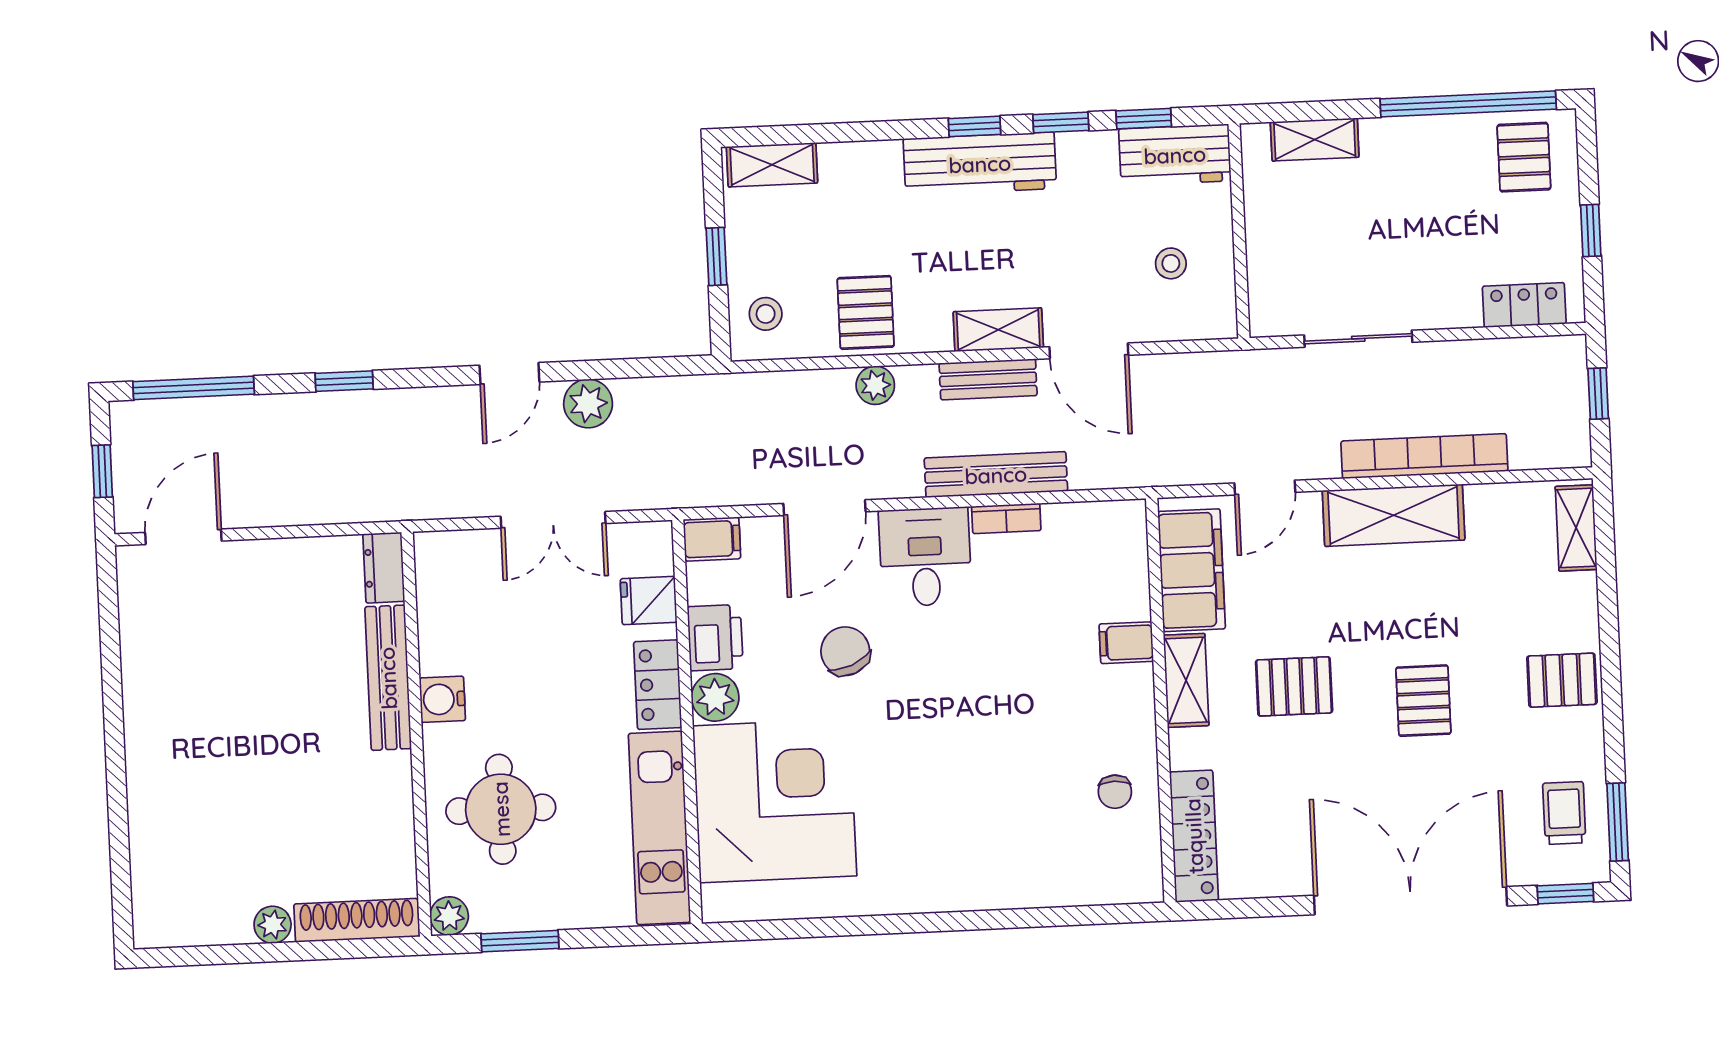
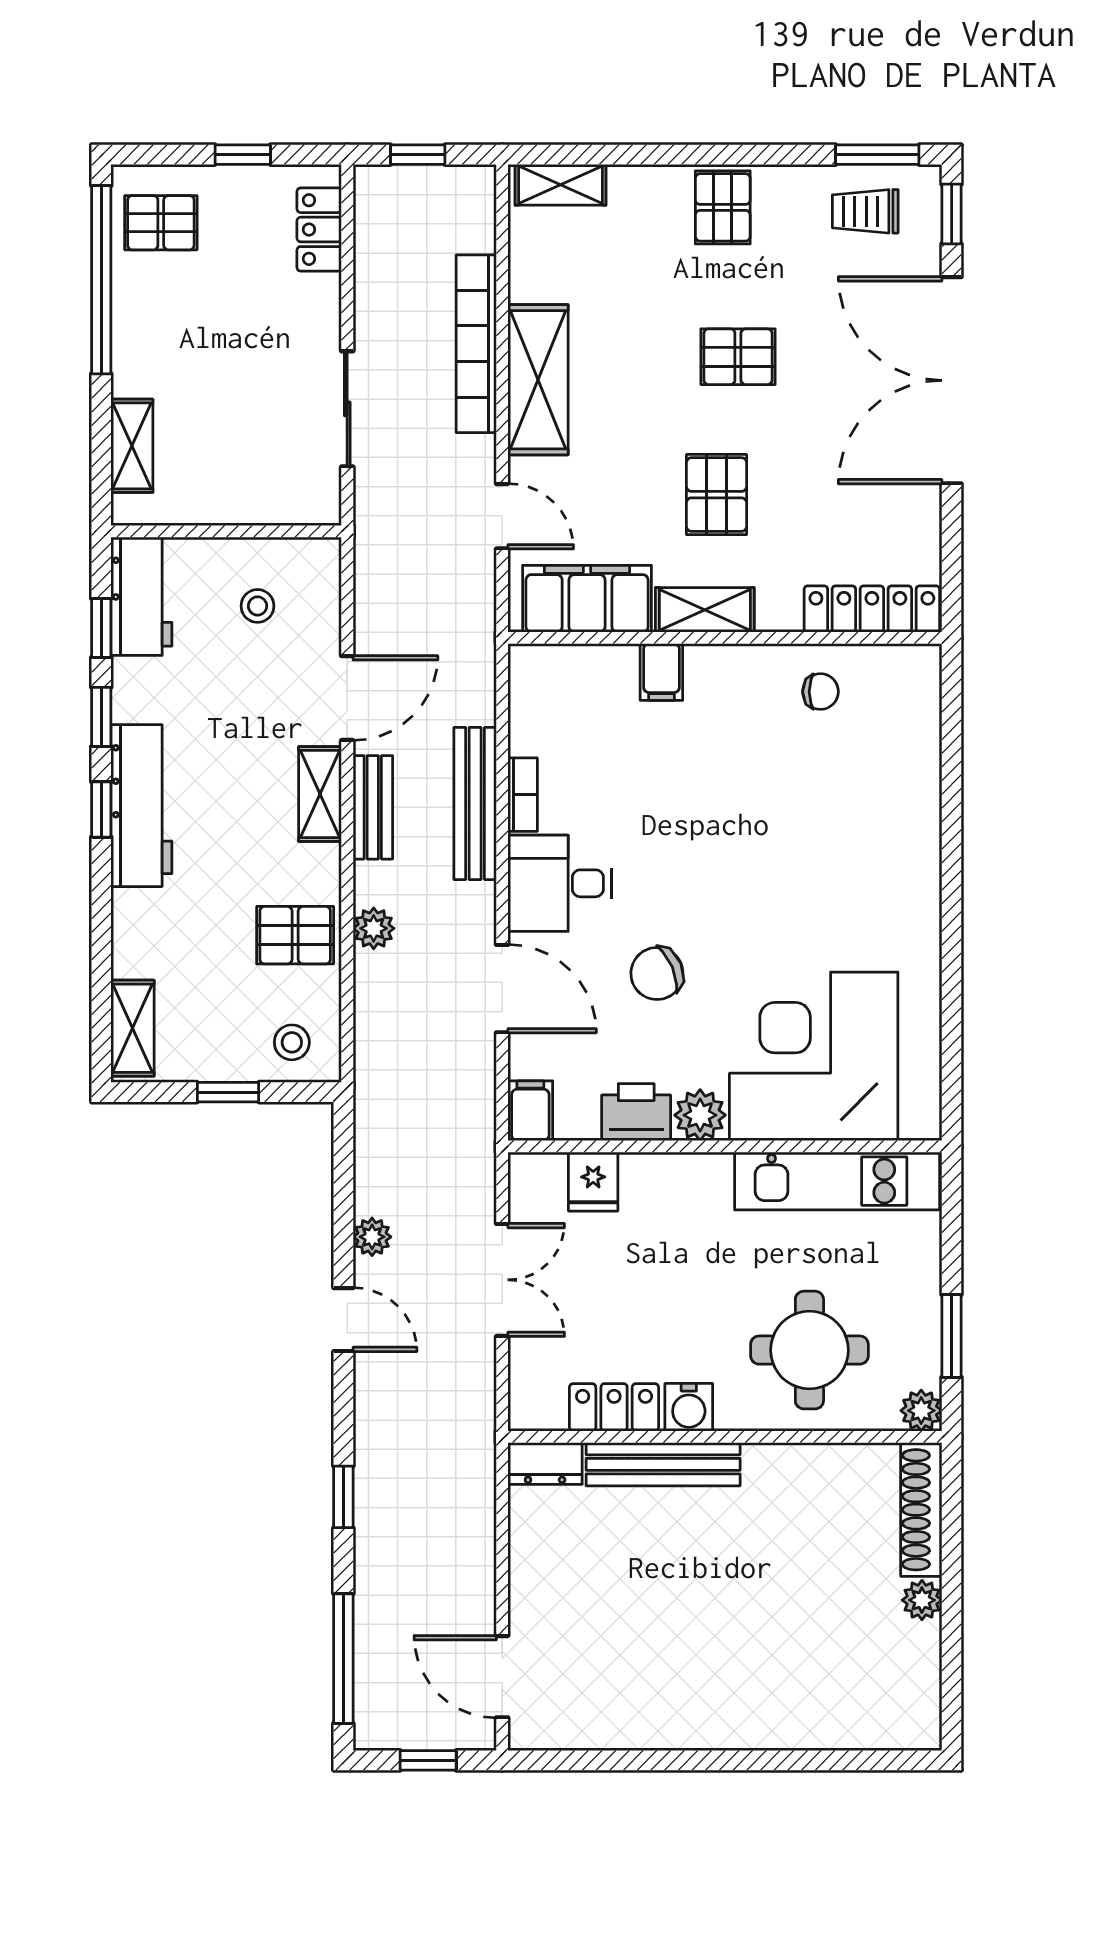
plant: (588, 403) -> (372, 1237), width x0.73, depth x0.73
locker: (658, 685) -> (614, 1407), moved, turned 180

